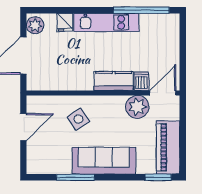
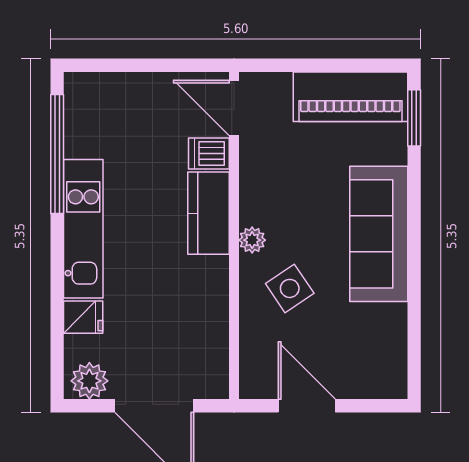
plant: (137, 107) -> (252, 240), moved, width x0.53, depth x0.53
window: (75, 177) -> (414, 295), removed

